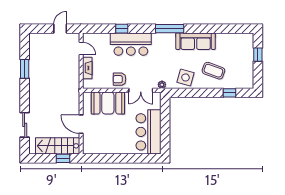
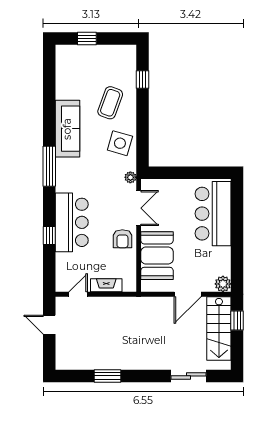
bar counter: (148, 132) -> (213, 214), moved, turned 90
plant: (88, 149) -> (223, 284), added

